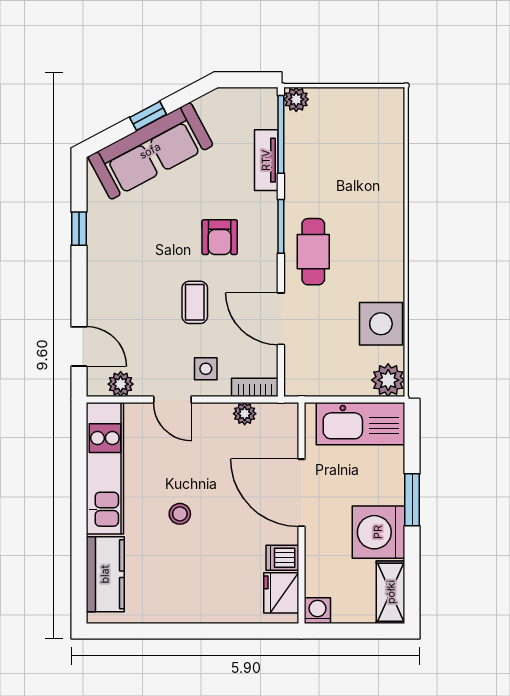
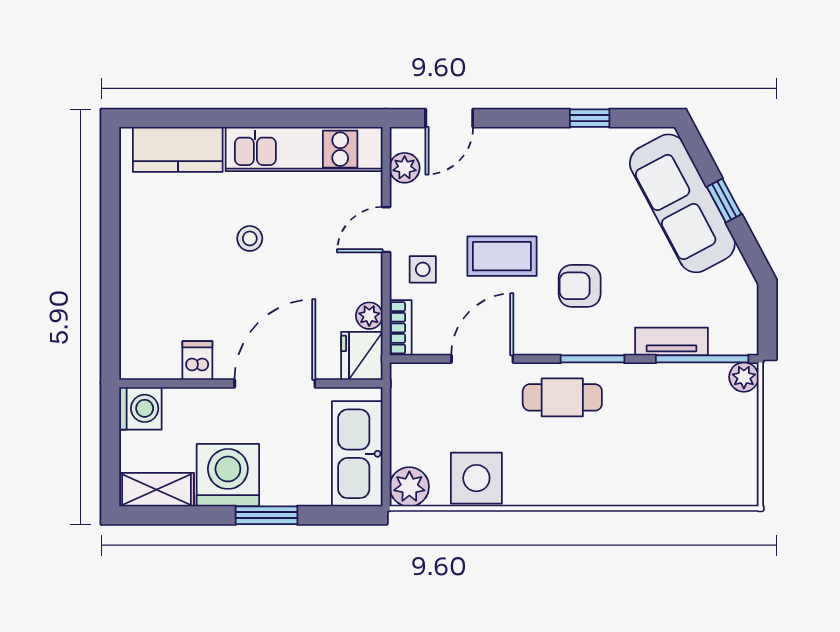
coffee table: (195, 302) -> (502, 256), width x1.36, depth x1.30
fridge: (281, 593) -> (362, 356), moved, turned -90
washing machine: (317, 611) -> (140, 408), width x1.38, depth x1.38

